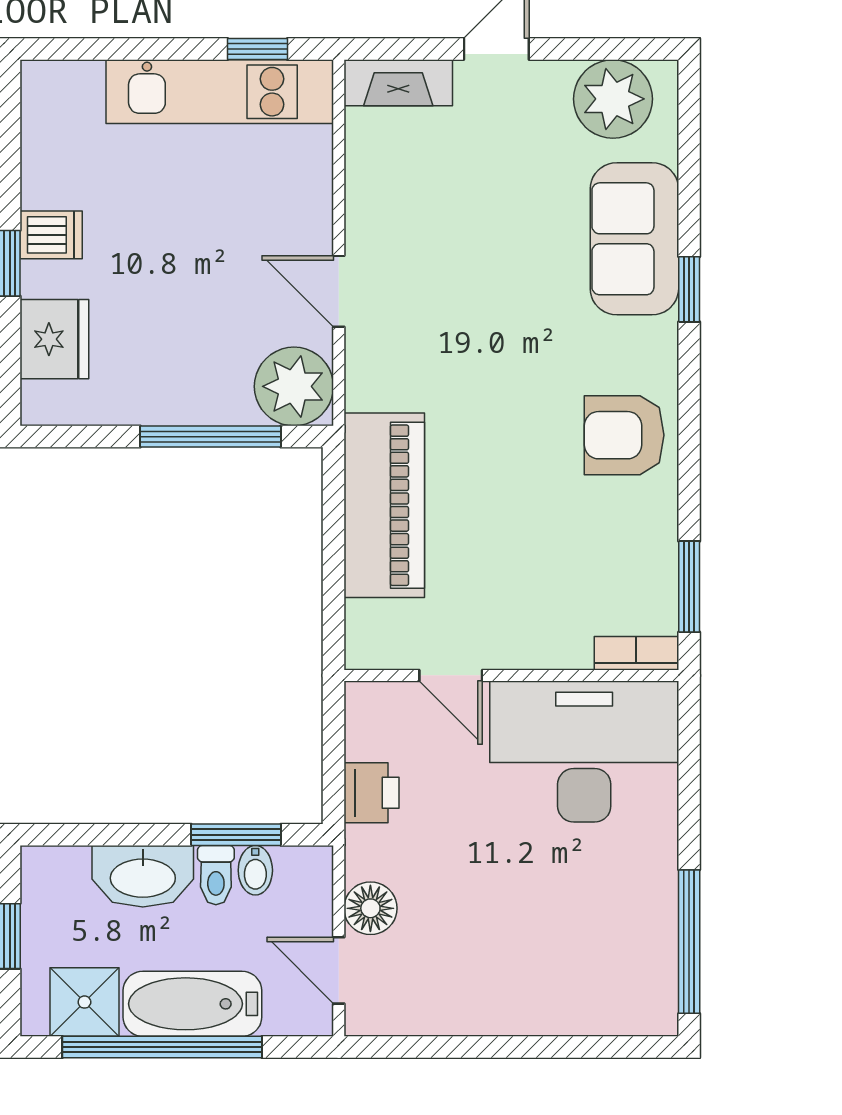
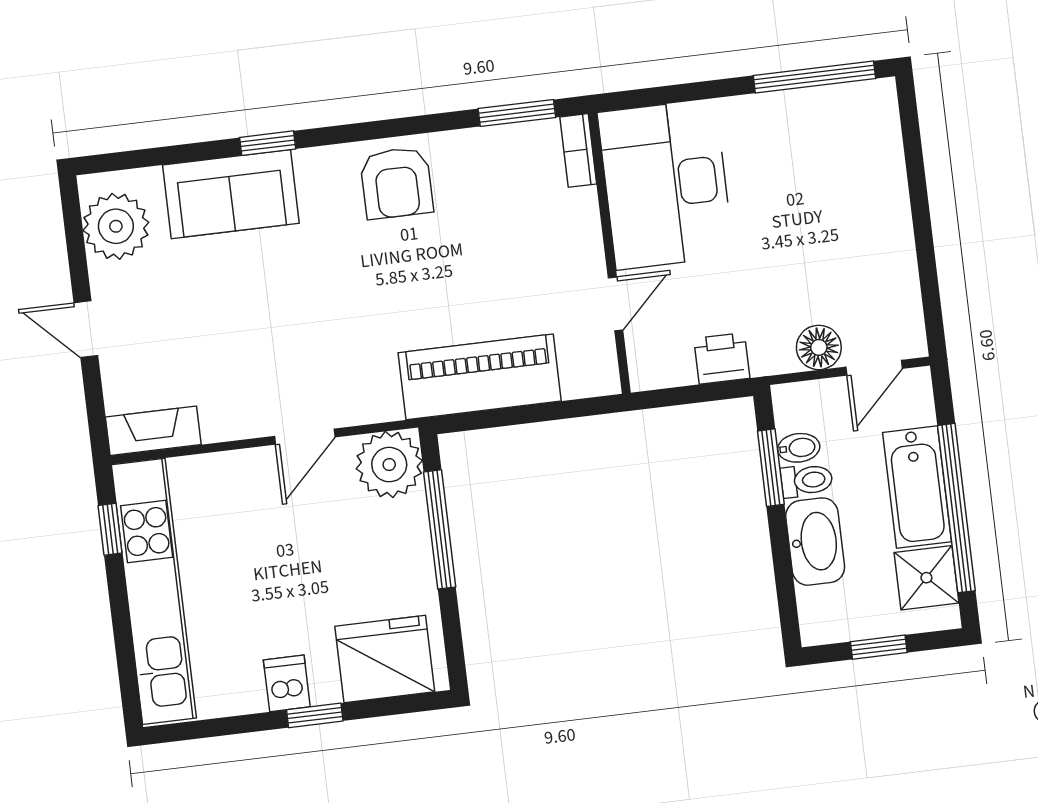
fireplace: (398, 83) -> (153, 431), moved, turned -90
kitchen unit: (220, 92) -> (154, 591), width x1.36
fridge: (54, 339) -> (385, 659), width x1.36, depth x1.34

